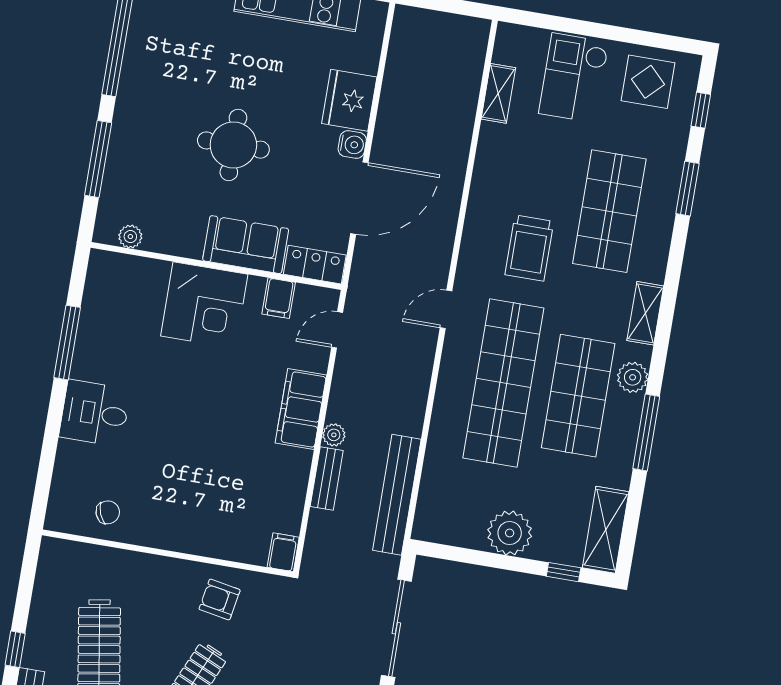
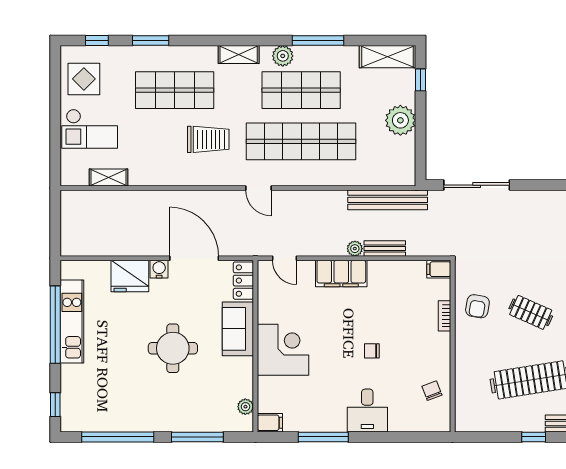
filing cabinet: (279, 298) -> (270, 423), moved
chair: (181, 434) -> (372, 351), added
bookcase: (214, 549) -> (445, 316), added

